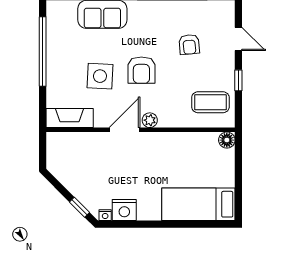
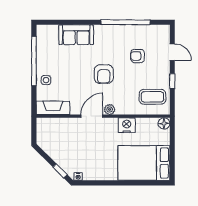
armchair: (189, 44) -> (137, 56), turned 95
side table: (100, 76) -> (46, 80), moved, width x0.54, depth x0.54
bed: (198, 204) -> (144, 163), width x1.50
nightstand: (124, 210) -> (127, 125), moved, turned 180

